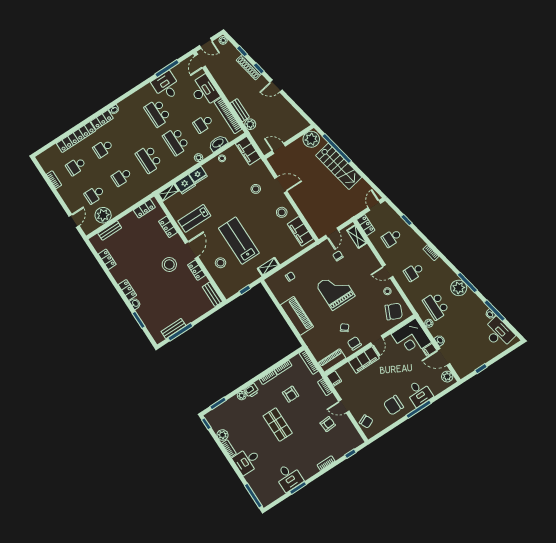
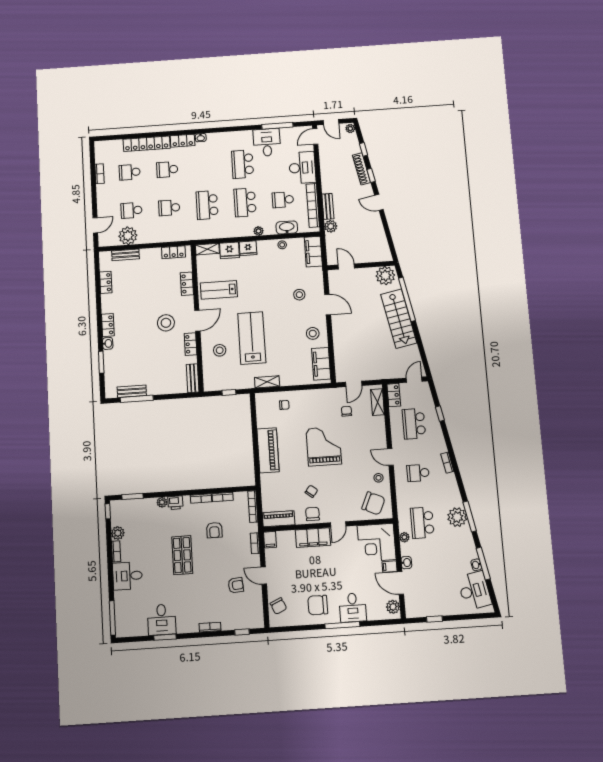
school desk: (392, 238) -> (414, 424), width x1.85

